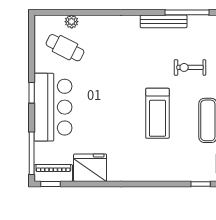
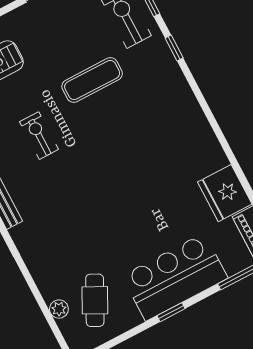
exercise bike: (190, 67) -> (39, 136), turned 180
treadmill: (157, 113) -> (116, 146), removed

